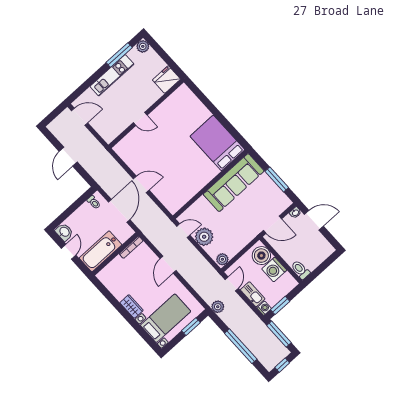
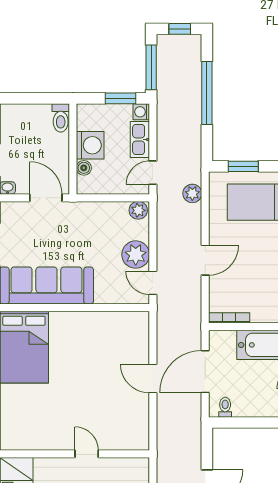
boiler: (261, 256) -> (84, 168), width x0.54, depth x0.54
plant: (218, 307) -> (192, 193), moved

